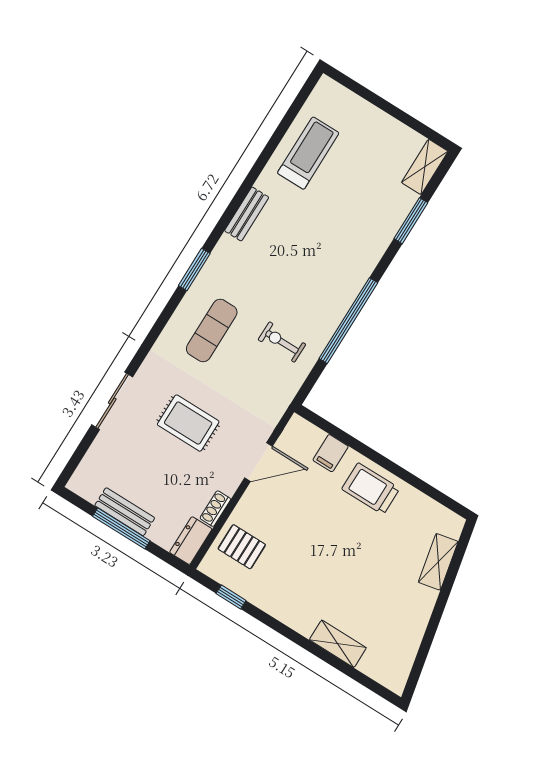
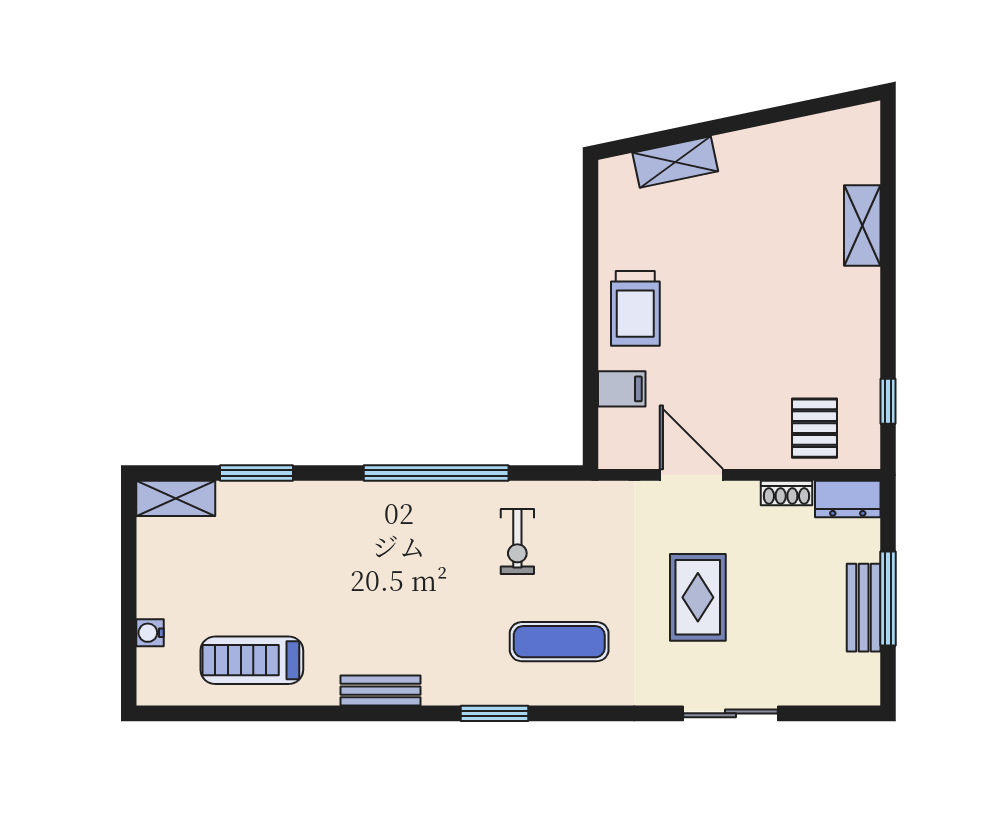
water cooler: (359, 106) -> (150, 633), added

